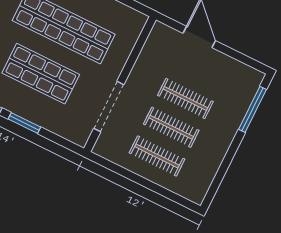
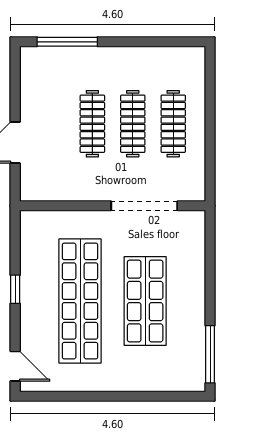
window: (24, 123) -> (210, 292), removed

